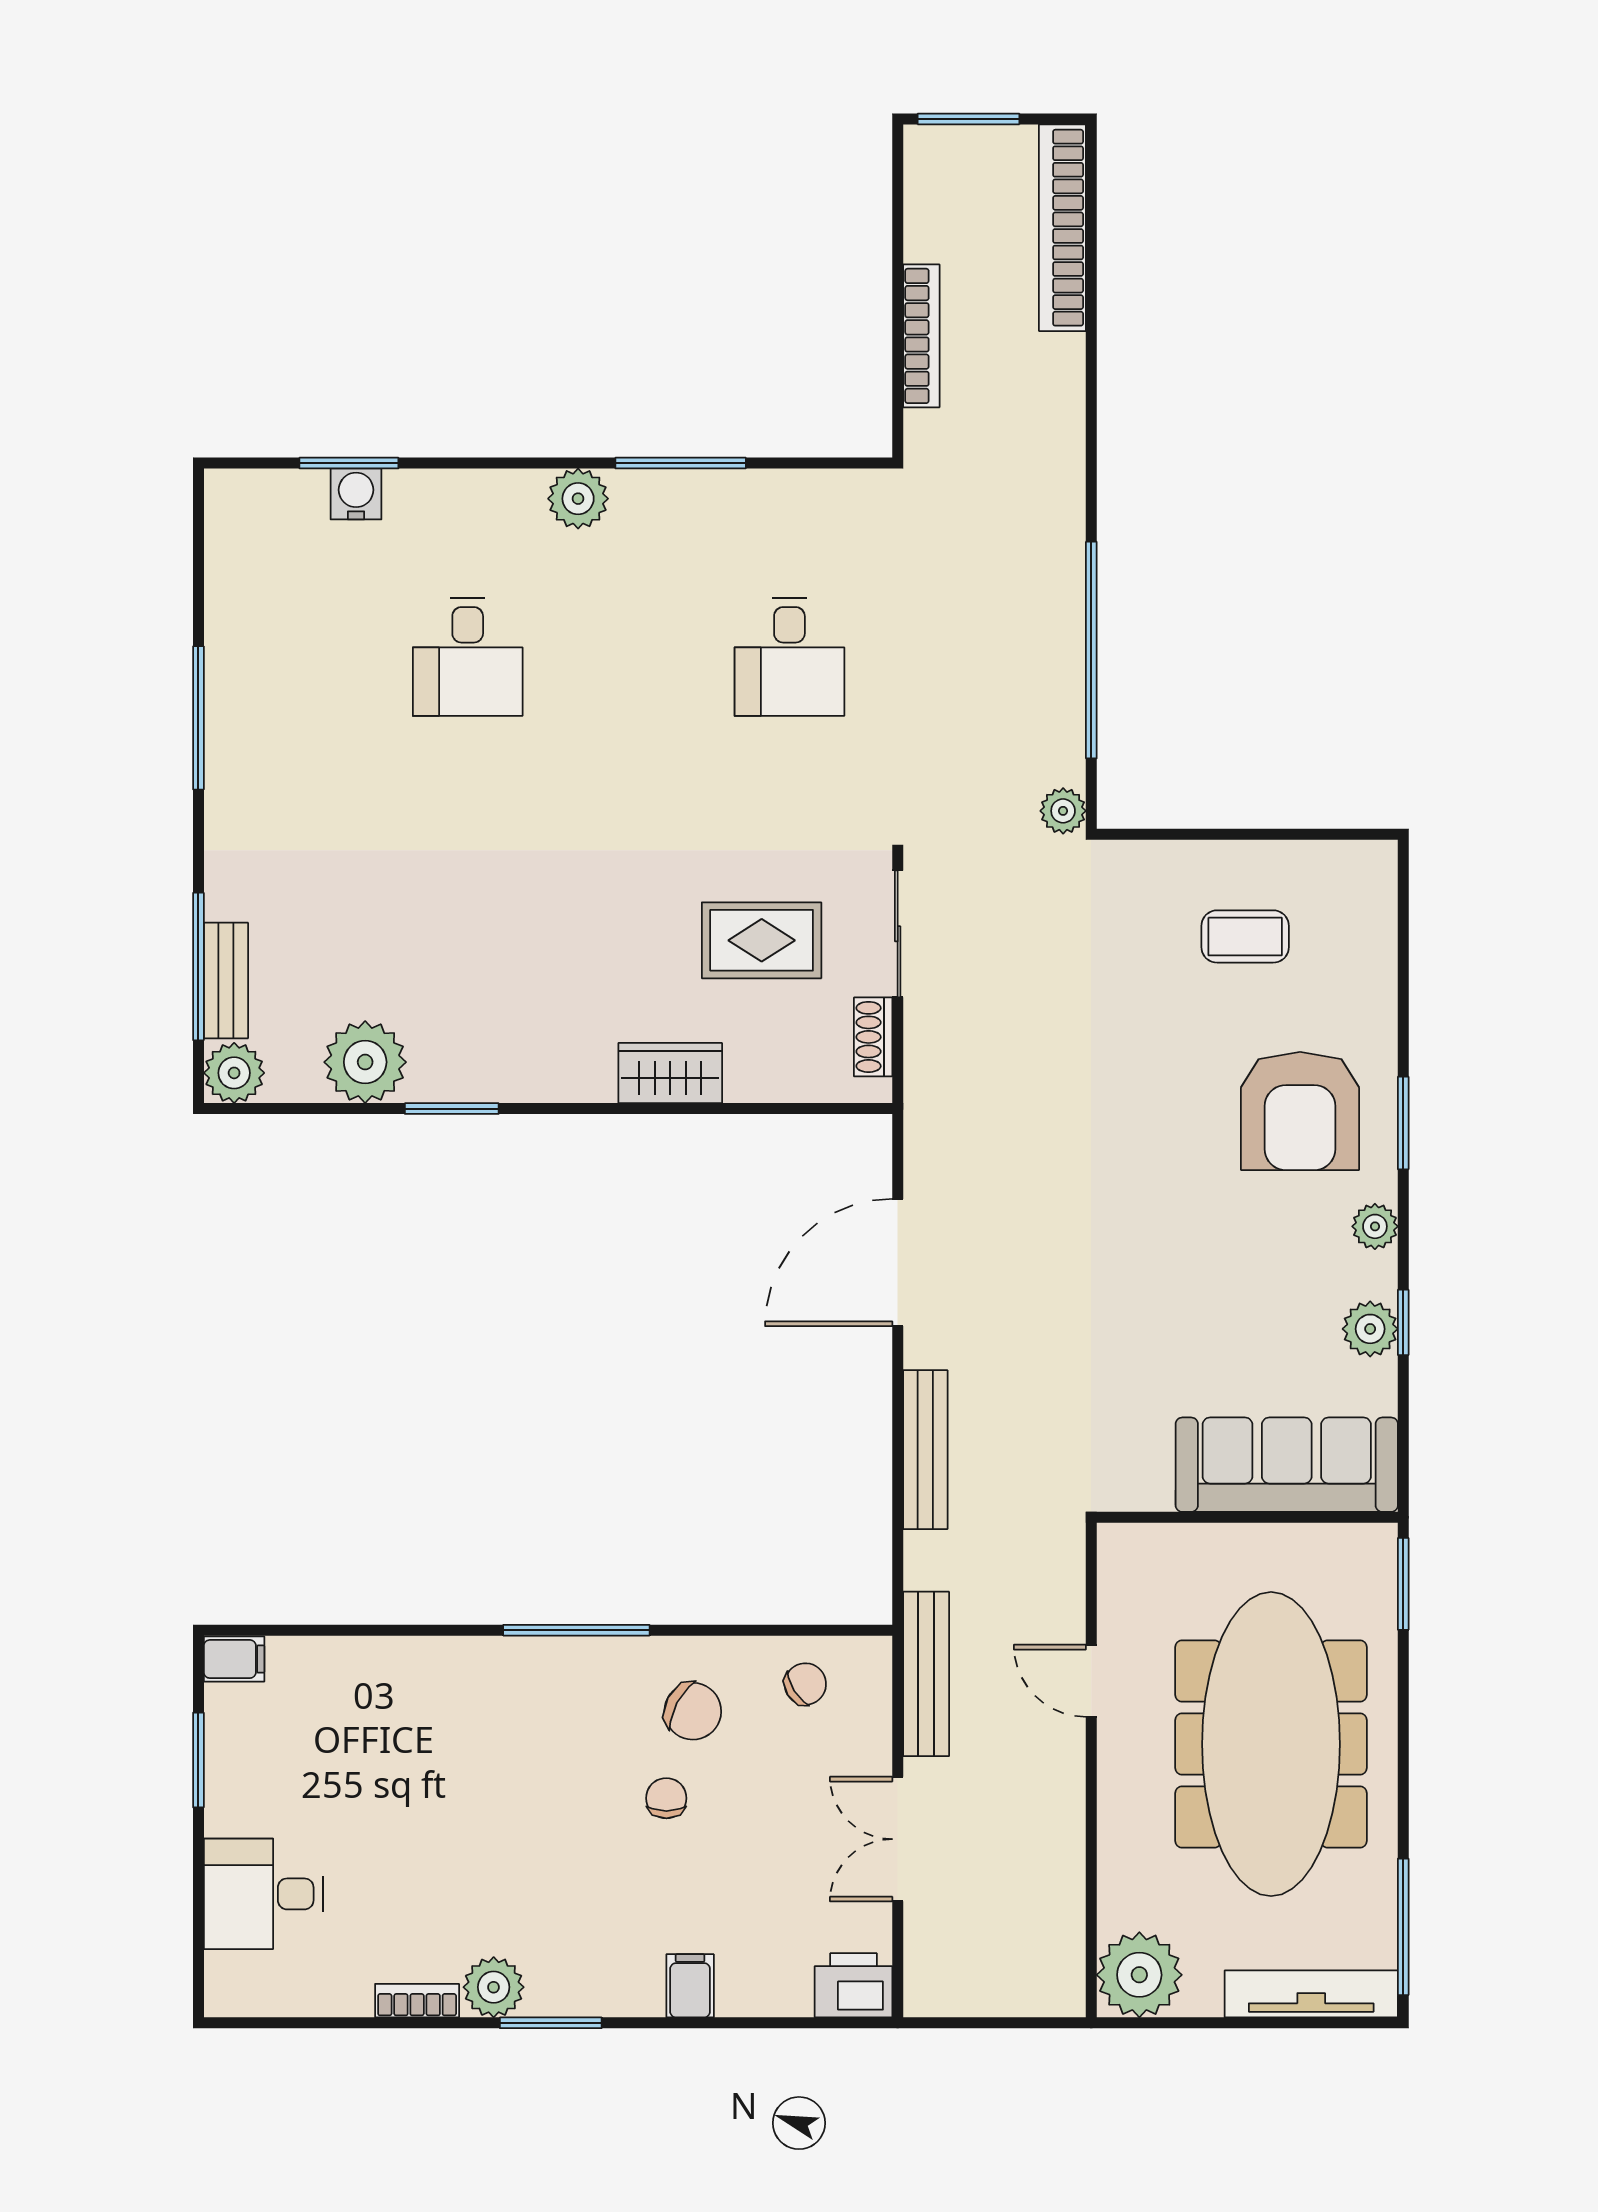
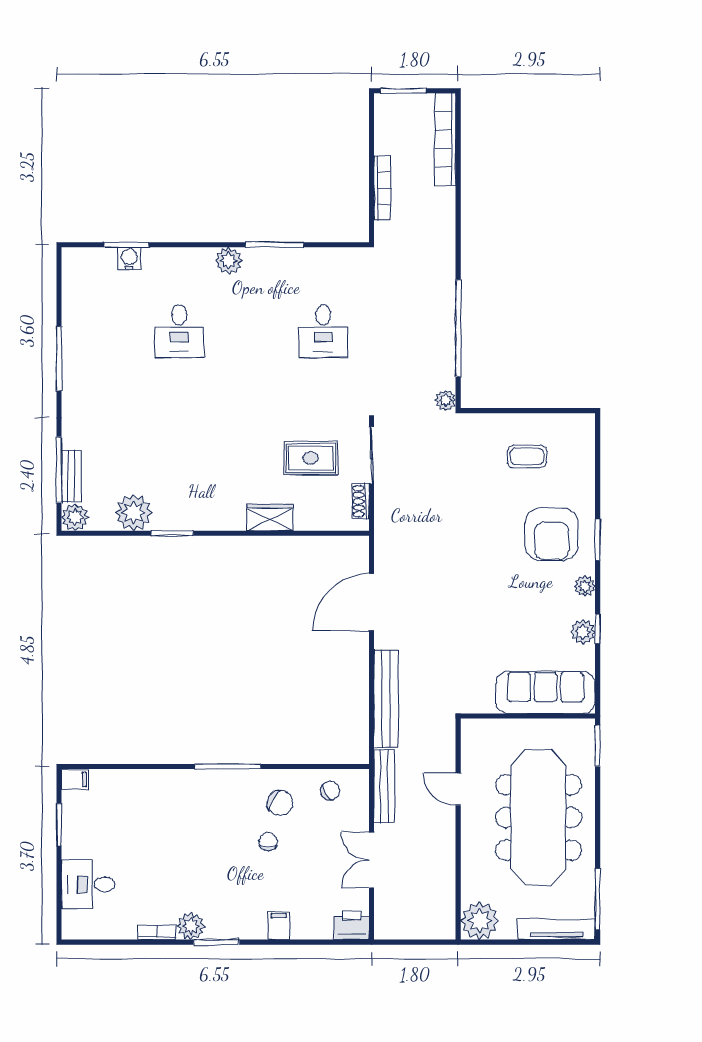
bench: (925, 1450) -> (386, 699), width x1.37, depth x1.21

